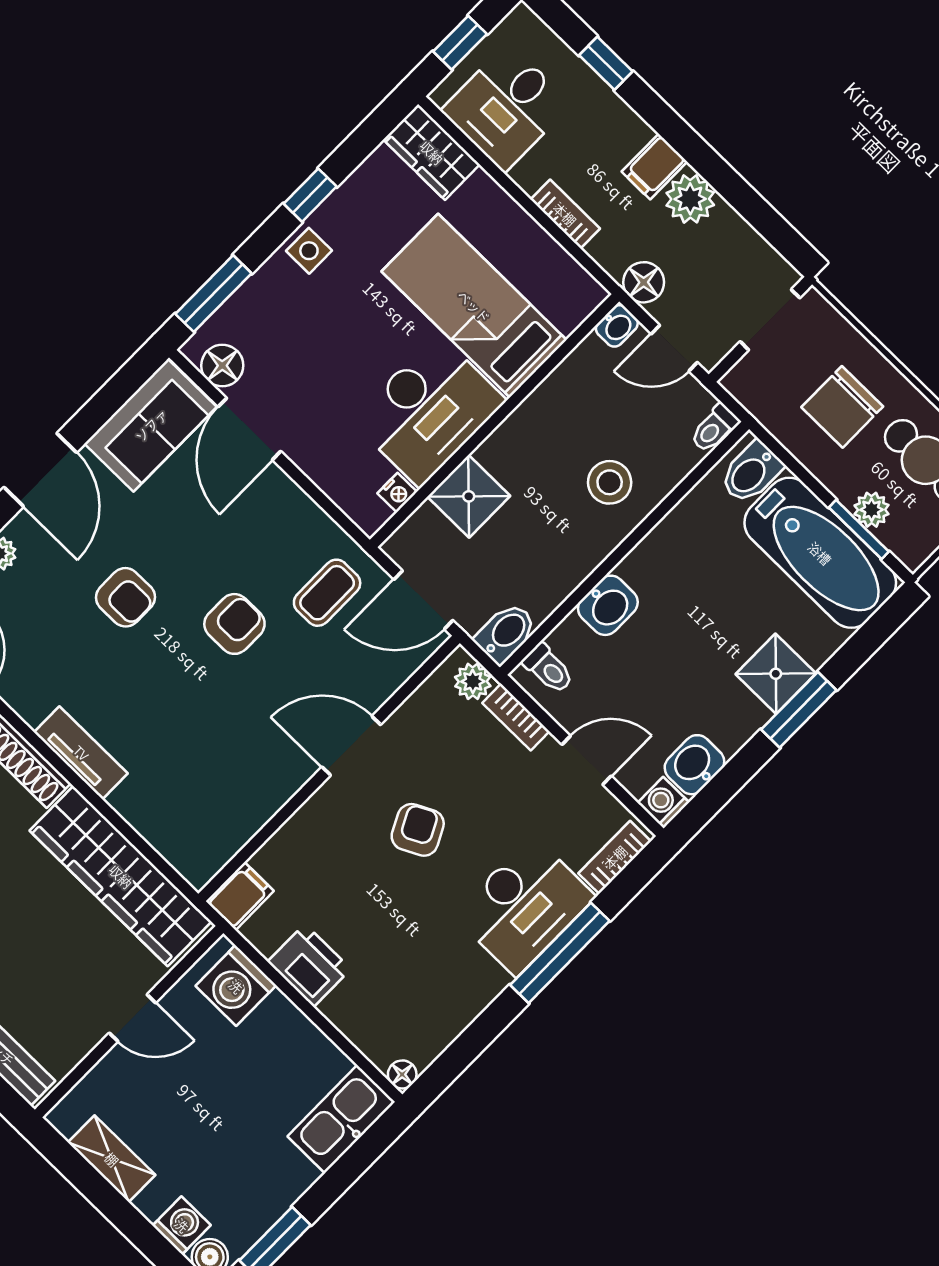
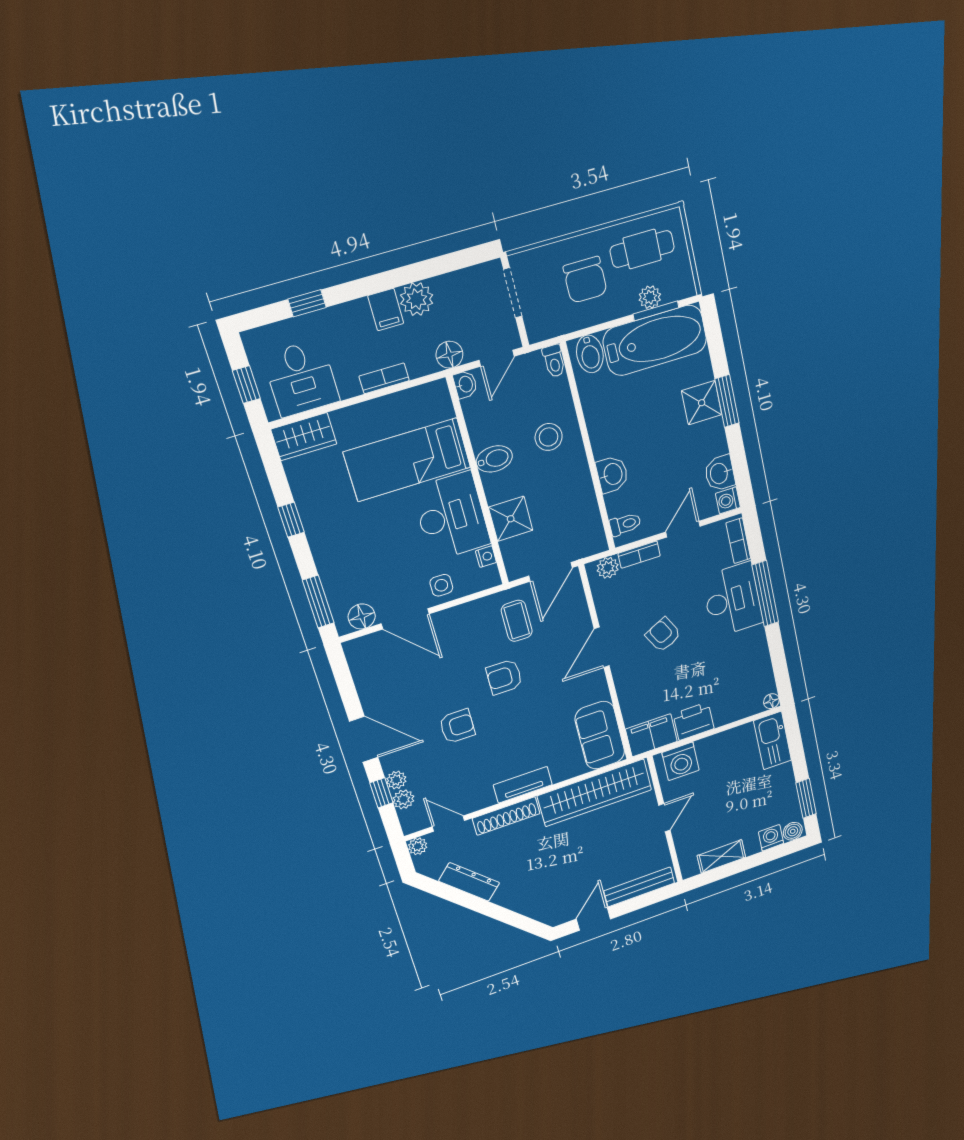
side table: (309, 251) -> (441, 585), moved
sofa: (151, 425) -> (600, 735), moved, turned 180
armchair: (234, 624) -> (504, 677), turned -90
bidet: (506, 633) -> (494, 459), moved, turned 90
filing cabinet: (240, 896) -> (651, 735), width x2.00

